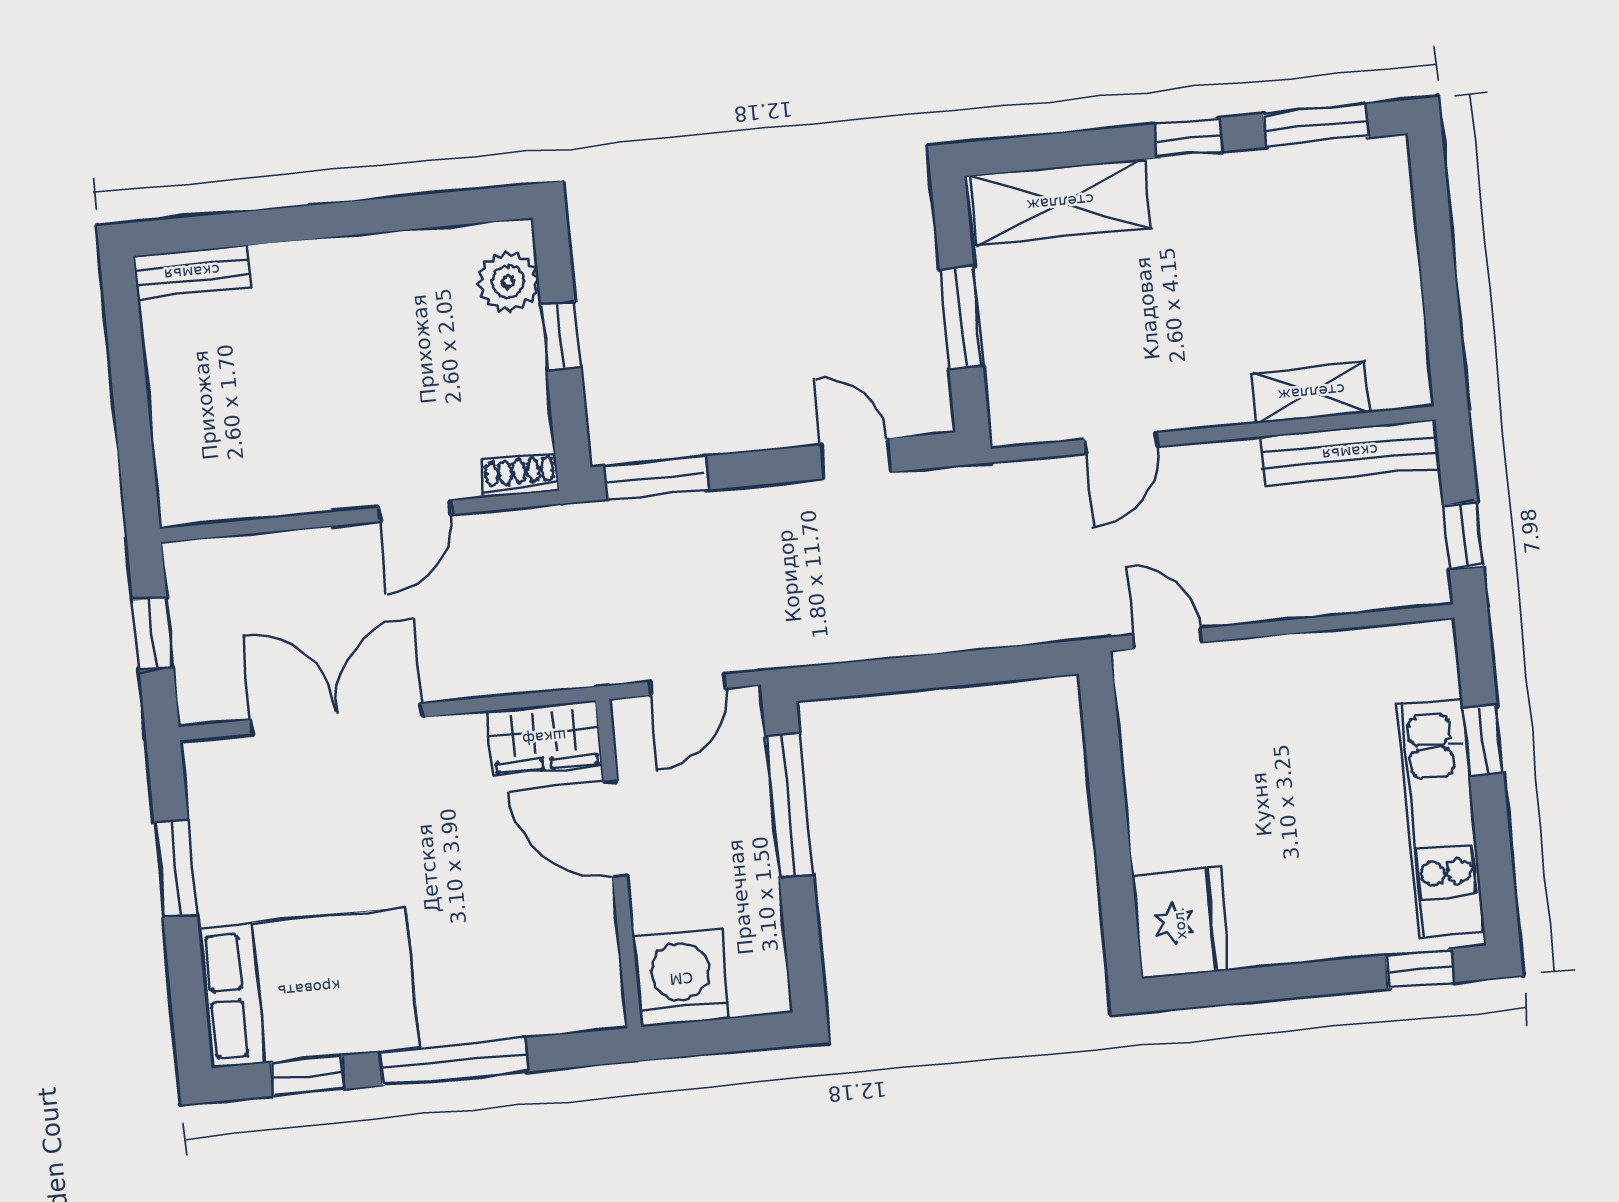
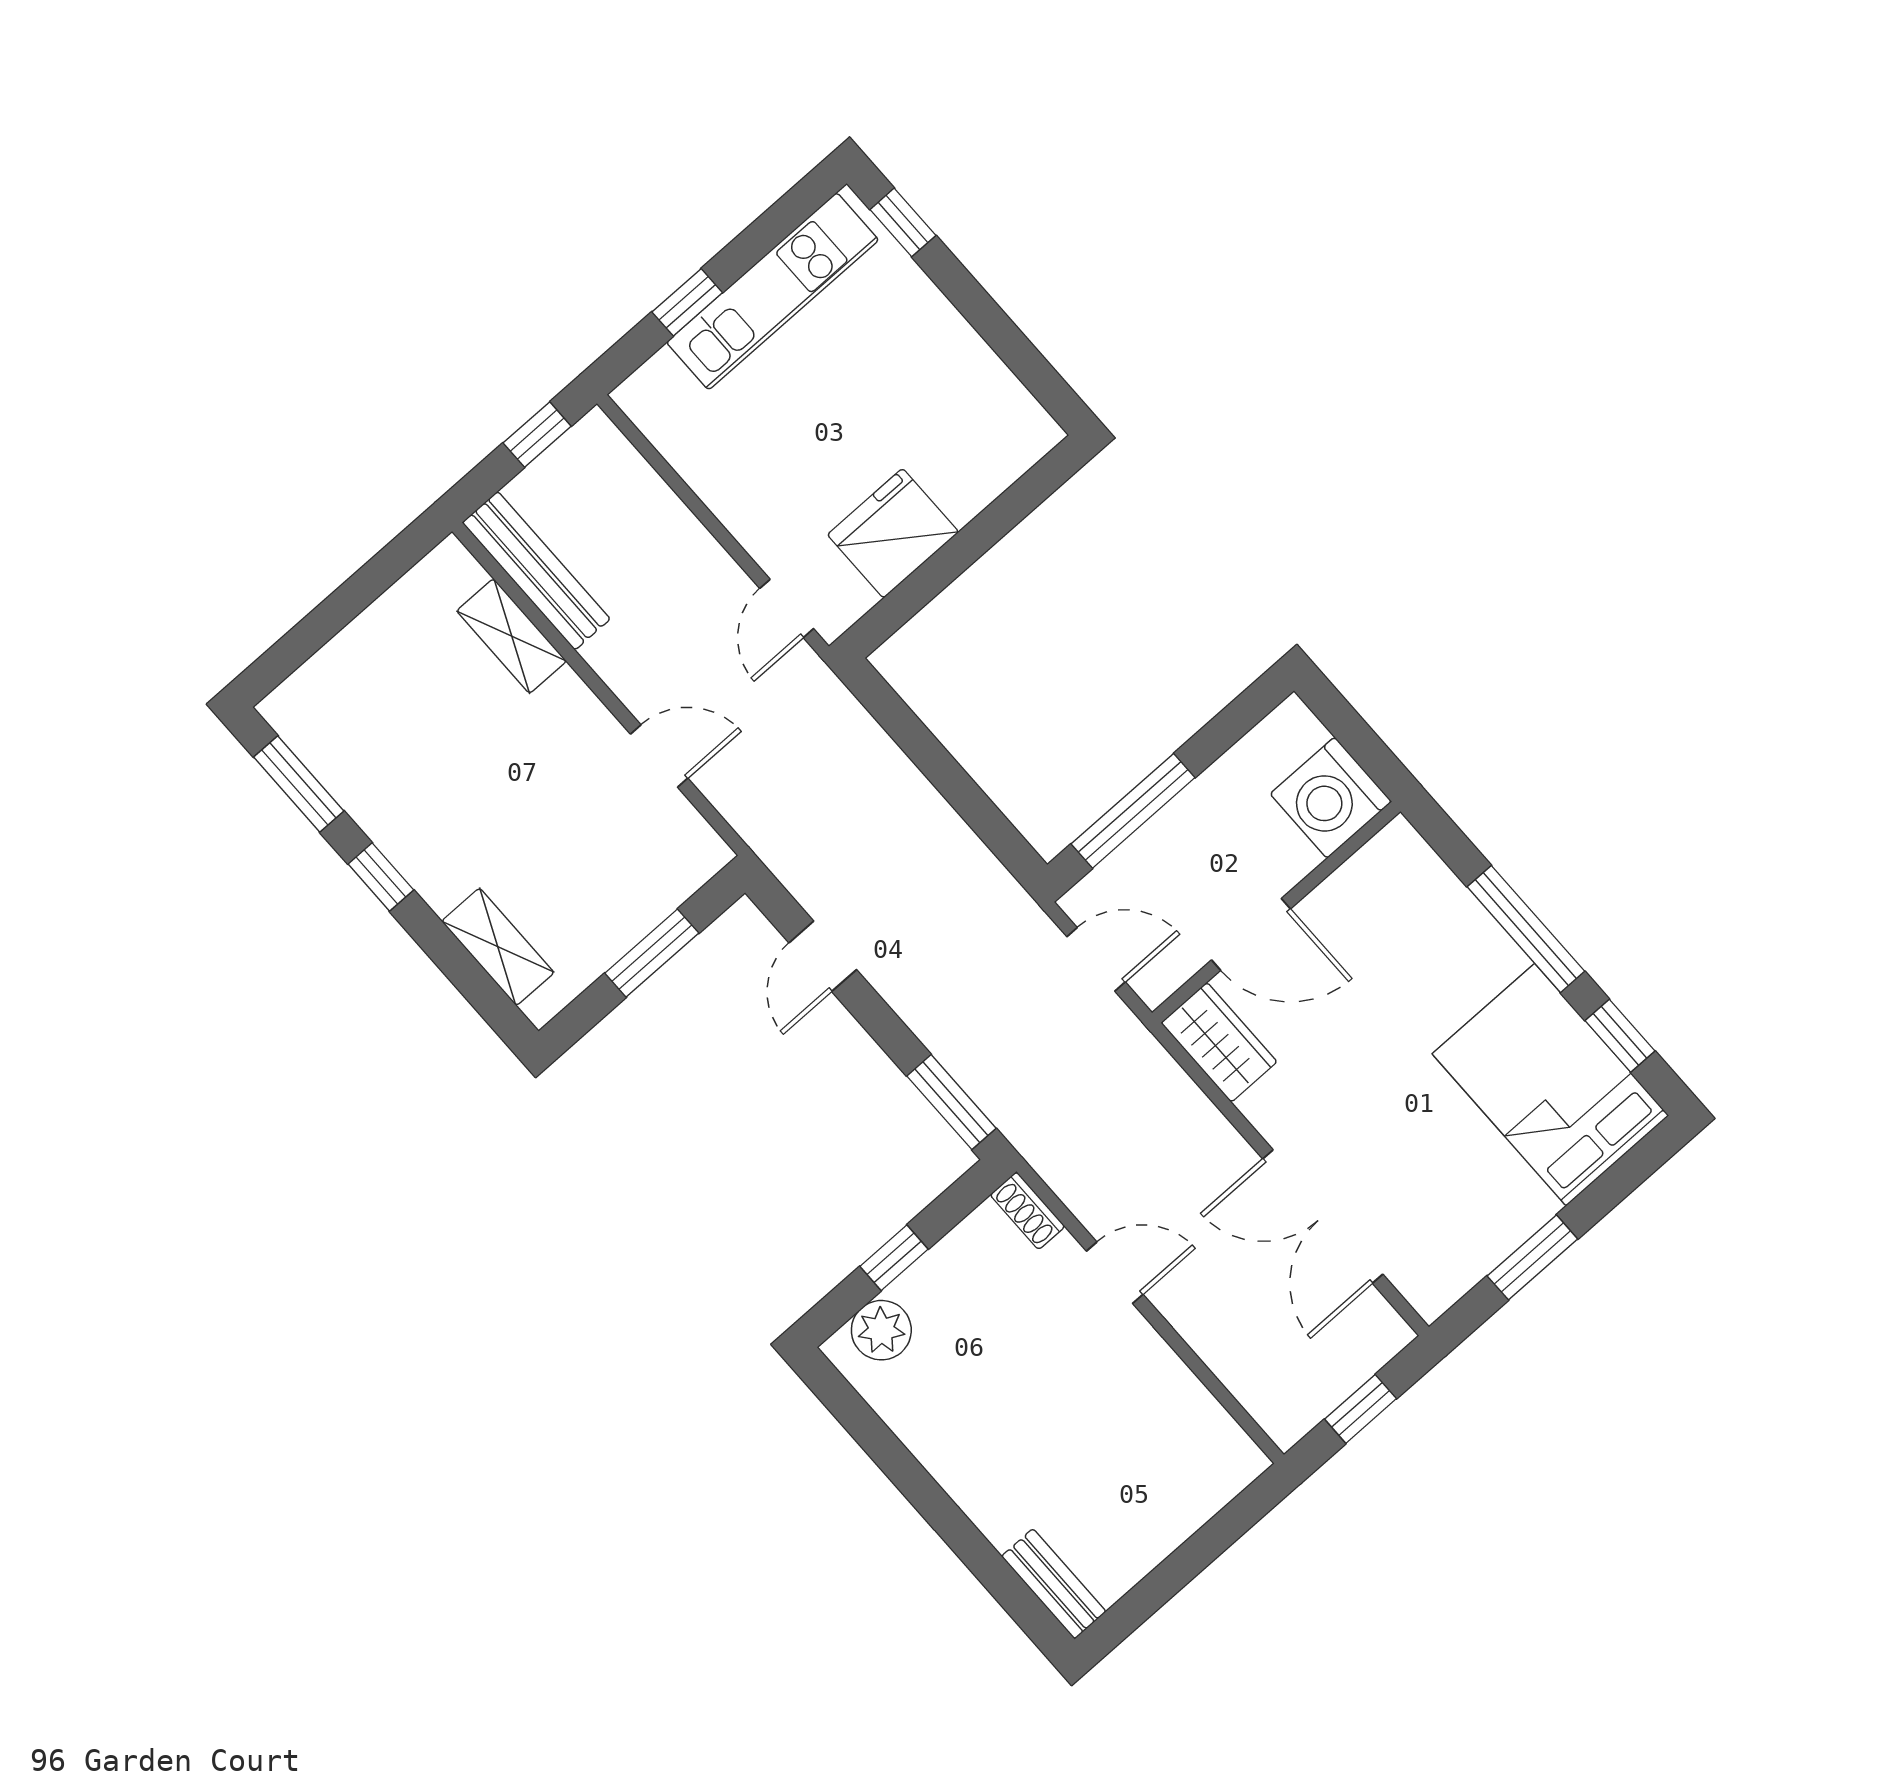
shelving: (1060, 202) -> (498, 947), width x0.67, depth x0.75
door: (615, 829) -> (1251, 934), hinge flipped
fridge: (1180, 923) -> (893, 533), moved

